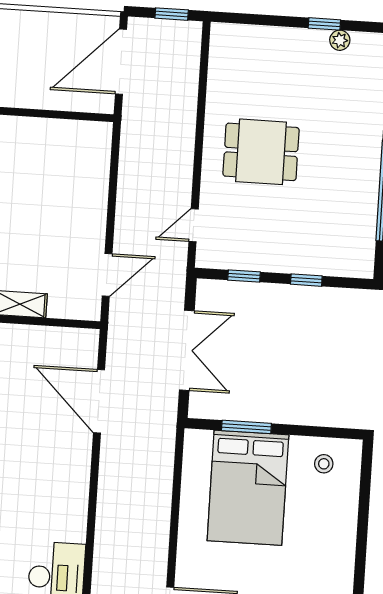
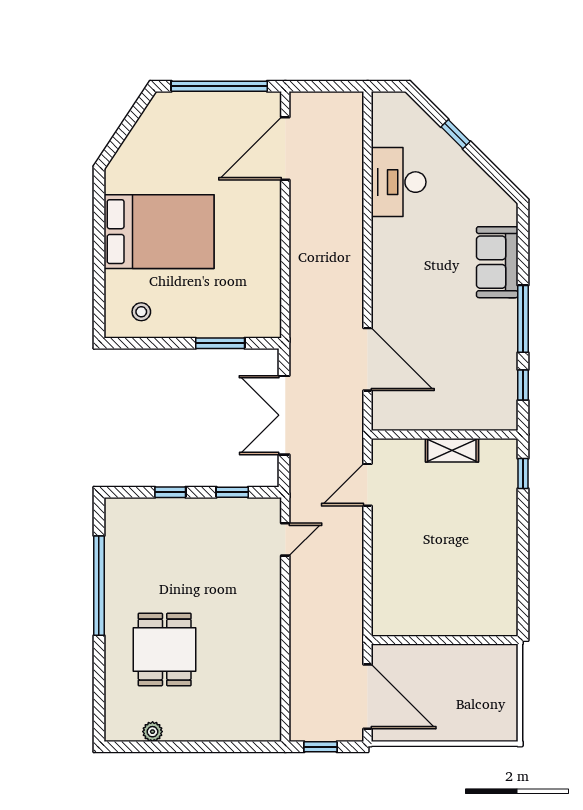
window: (324, 24) -> (169, 747), removed
door: (121, 62) -> (368, 697), hinge flipped
dining table: (261, 152) -> (165, 650), moved, turned 90
bed: (248, 488) -> (159, 232), moved, turned 90

